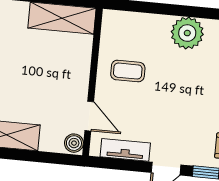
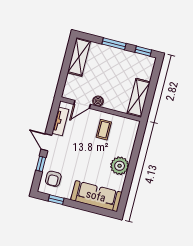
boiler: (74, 143) -> (98, 101), moved

